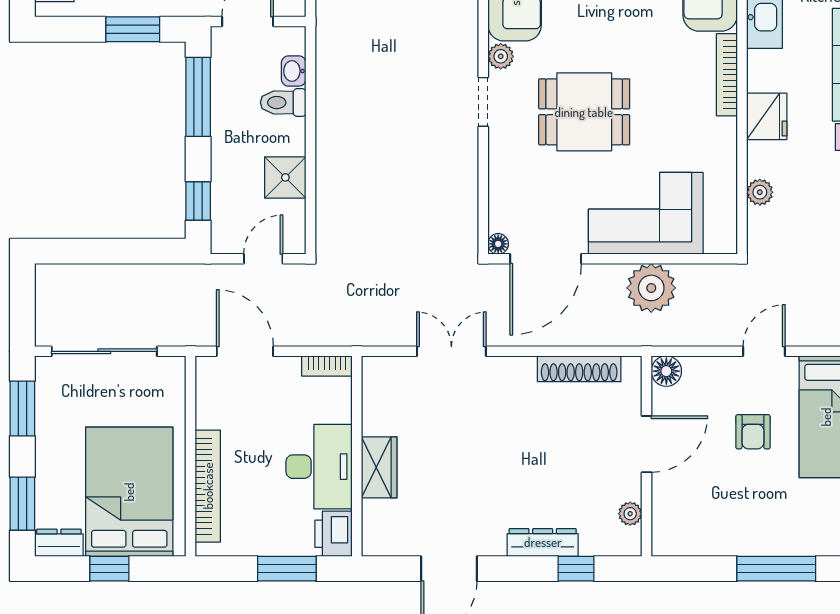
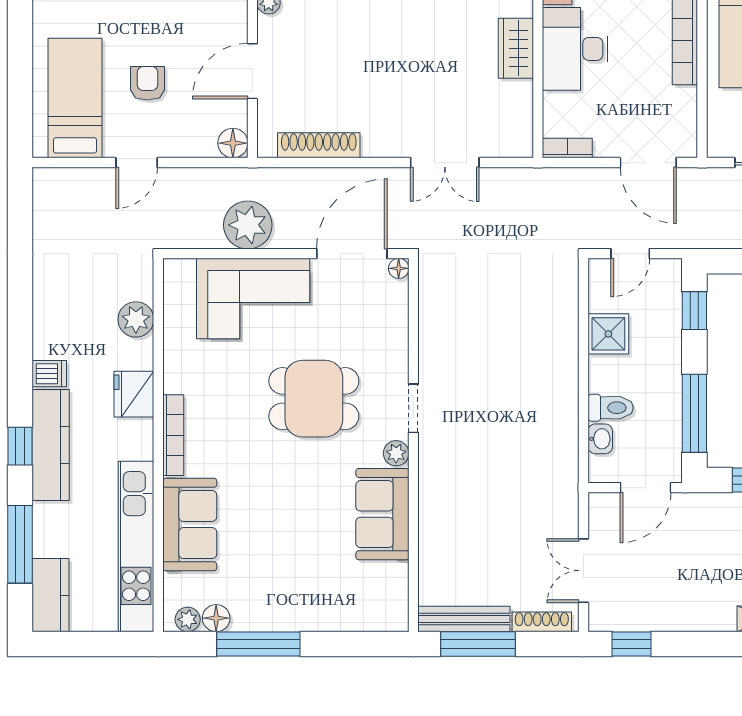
plant: (760, 192) -> (136, 319), width x1.38, depth x1.38

